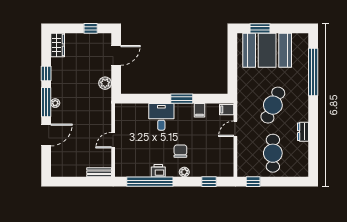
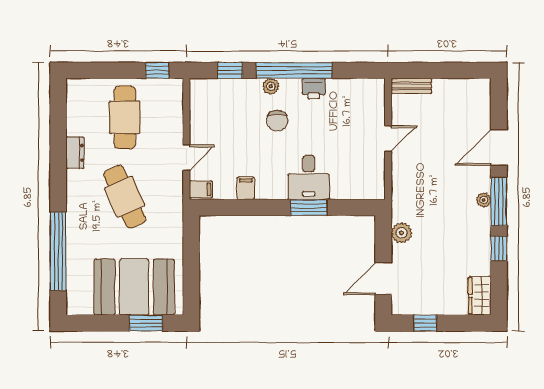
window: (182, 99) -> (309, 207), moved
cafe table: (273, 105) -> (125, 197), turned -48
window: (150, 182) -> (294, 70), moved

